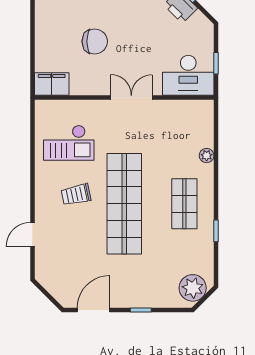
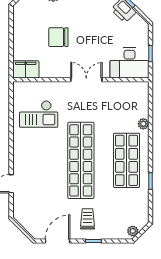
chair: (95, 41) -> (58, 37), turned 180
trolley: (76, 195) -> (88, 219), moved, turned 102
shop shelf: (184, 204) -> (127, 160), width x1.43, depth x1.36
plant: (193, 288) -> (133, 231), width x0.53, depth x0.53

